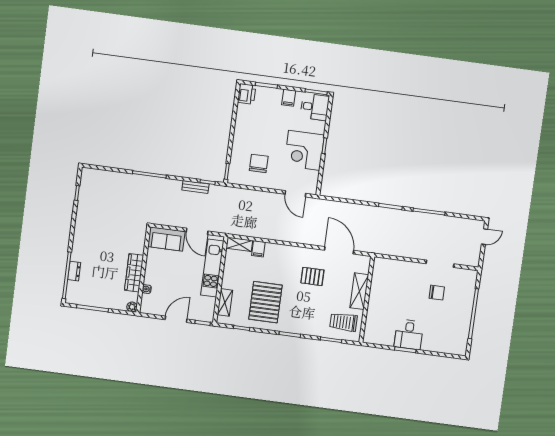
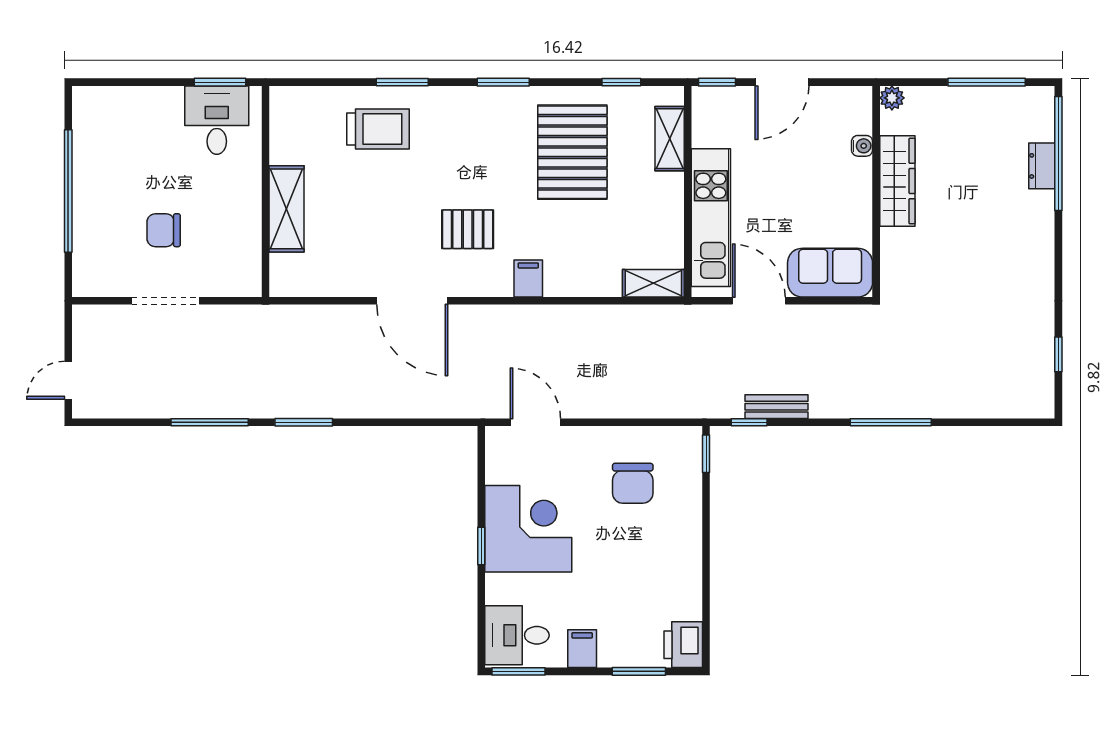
filing cabinet: (258, 249) -> (528, 278), moved
shelving: (359, 291) -> (286, 209), moved
wall: (367, 299) -> (266, 191), moved

